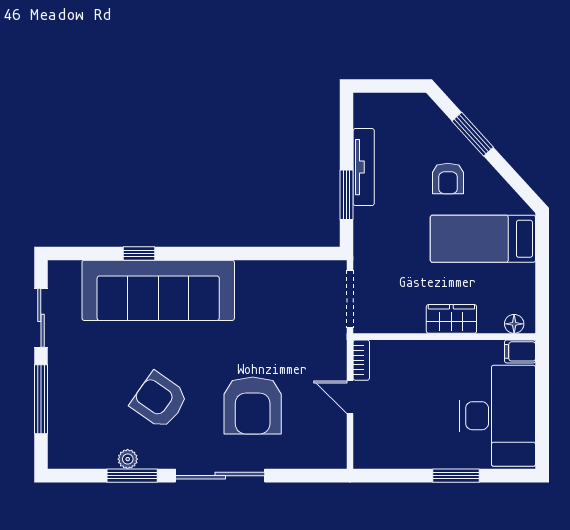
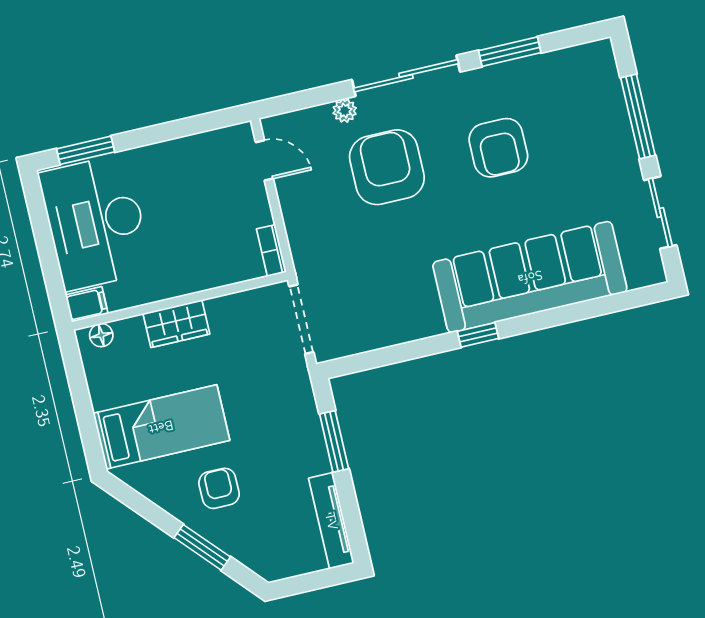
tv unit: (364, 167) -> (331, 521), moved
window: (139, 253) -> (478, 335), moved
door: (350, 397) -> (264, 160), moved
armchair: (159, 400) -> (498, 148), turned 55
plant: (128, 459) -> (345, 111), moved
window: (456, 476) -> (86, 150), moved

